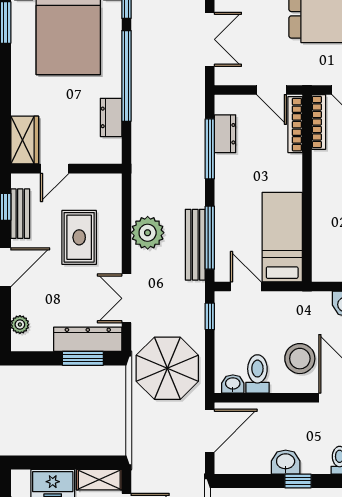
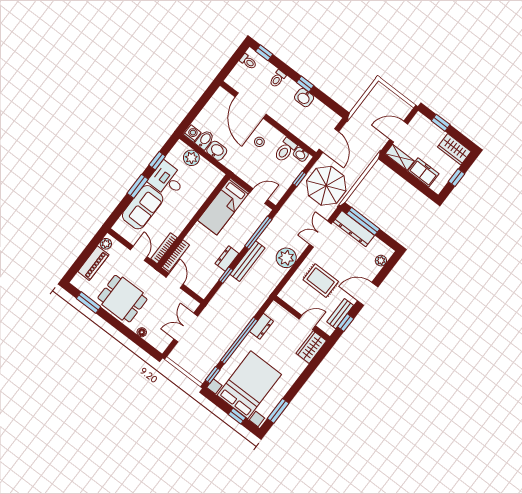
dresser: (225, 134) -> (227, 258), moved
window: (210, 149) -> (226, 275), width x0.46
rug: (79, 237) -> (321, 281), turned 90
bench: (195, 245) -> (248, 261), moved
door: (246, 287) -> (259, 196), swing flipped
double door: (126, 298) -> (320, 234), swing flipped
window: (210, 316) -> (299, 179), moved
window: (83, 358) -> (363, 221), width x1.44
stool: (300, 359) -> (259, 142), width x0.53, depth x0.53
door: (210, 431) -> (329, 140), swing flipped

